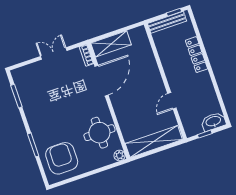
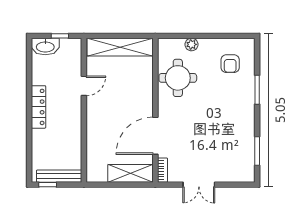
locker: (196, 55) -> (39, 107), moved
plant: (120, 156) -> (191, 44), moved
armchair: (62, 158) -> (230, 64), width x0.53, depth x0.53

